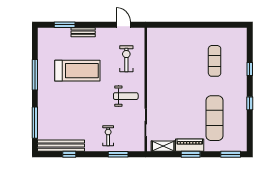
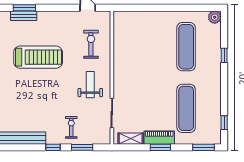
bench: (83, 32) -> (24, 16), moved
plant: (241, 34) -> (215, 17), added
exercise mat: (215, 61) -> (186, 47), width x1.36, depth x1.45
weight bench: (126, 96) -> (90, 85), turned -90
window: (250, 103) -> (224, 123), moved
window: (69, 154) -> (53, 147), moved

